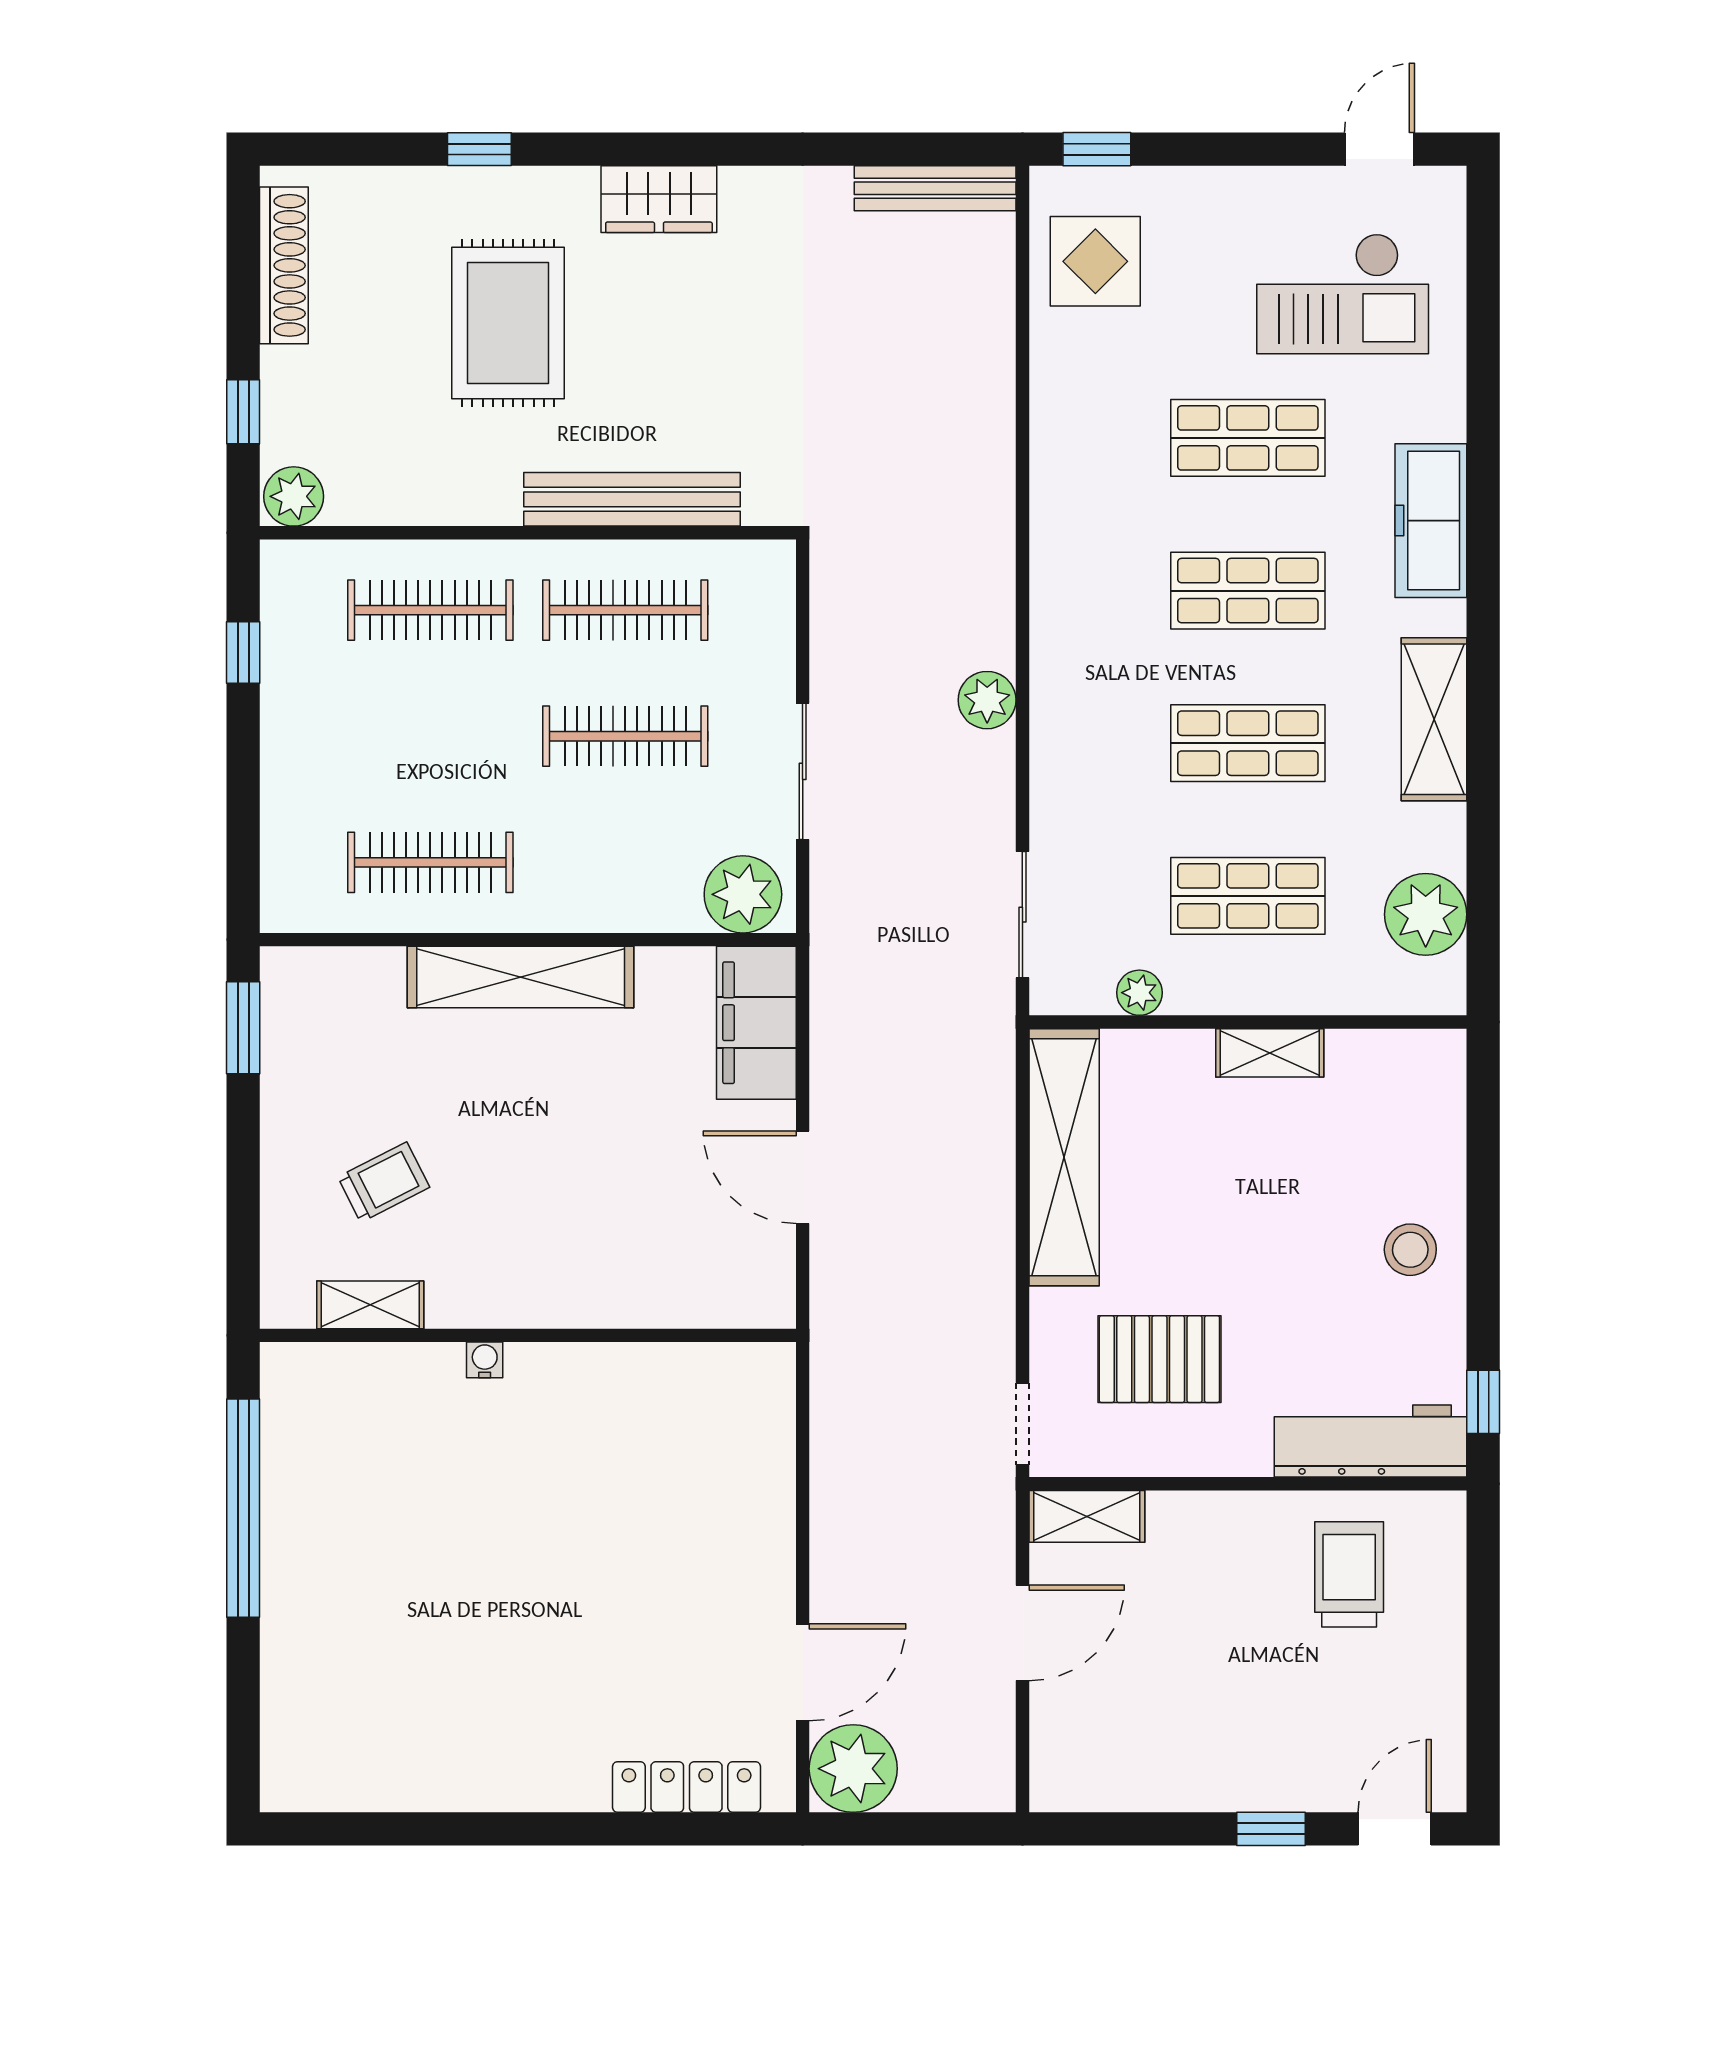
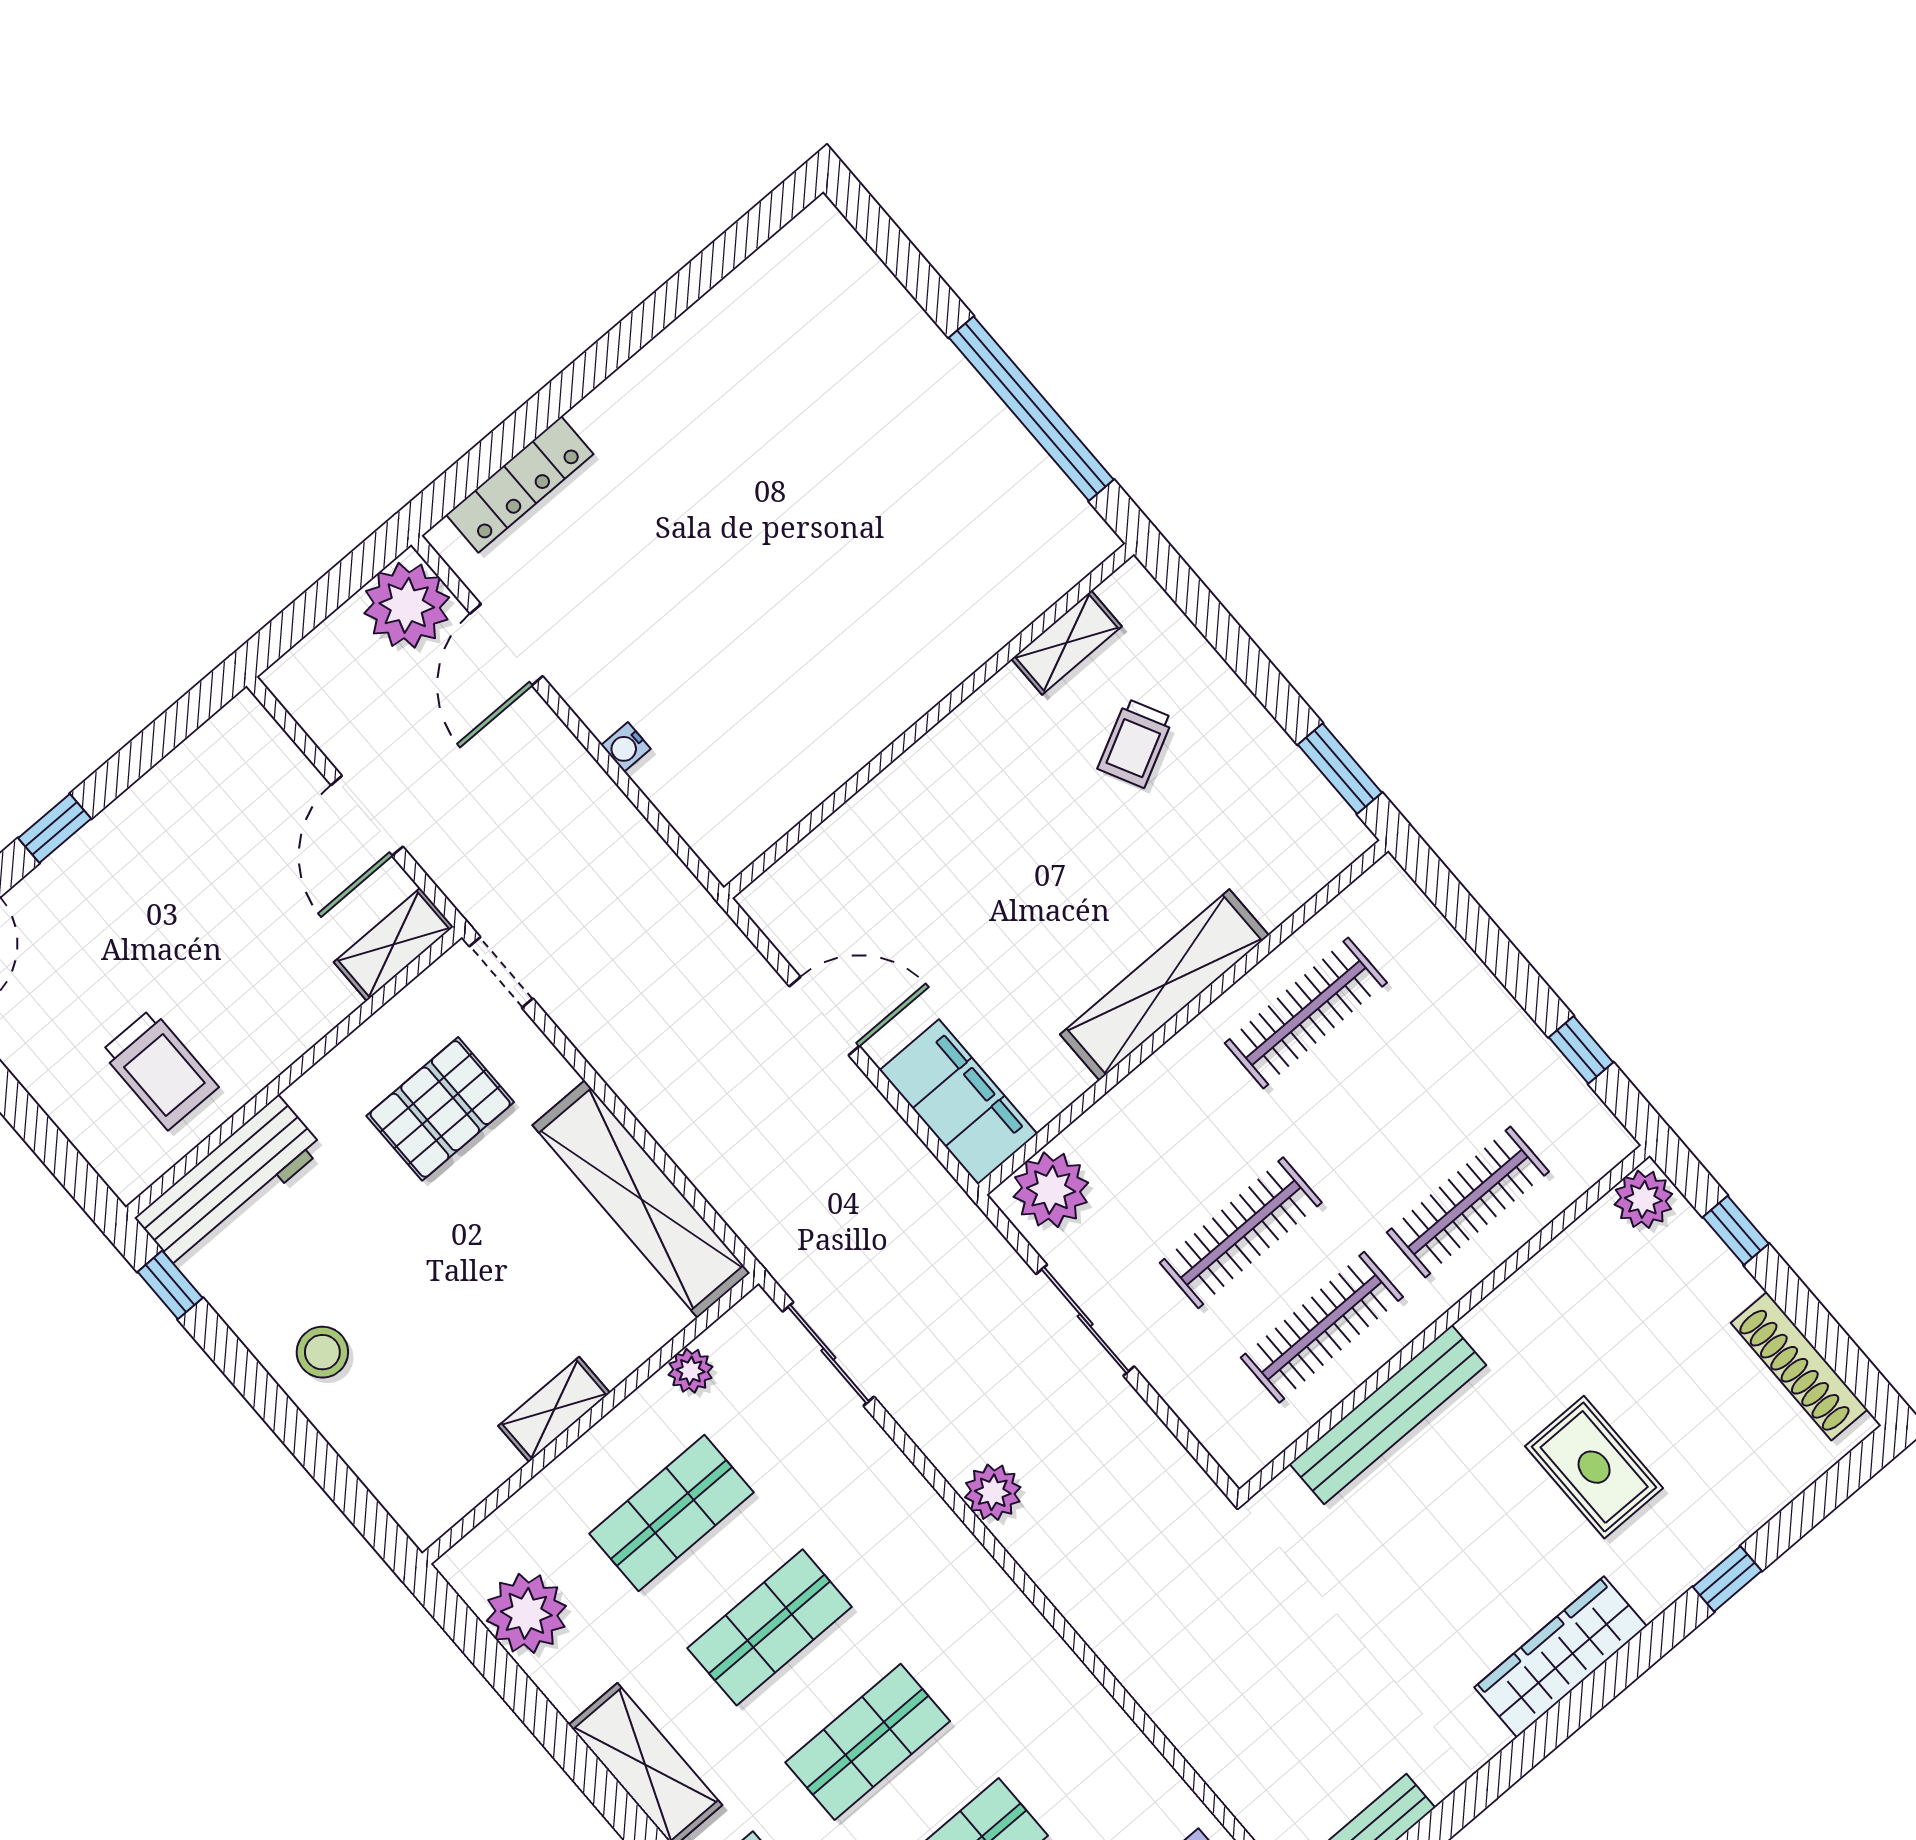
wardrobe: (659, 199) -> (1561, 1657), width x1.50
rug: (508, 323) -> (1594, 1467), width x0.73, depth x0.70
water cooler: (485, 1360) -> (626, 747), moved, turned 90

